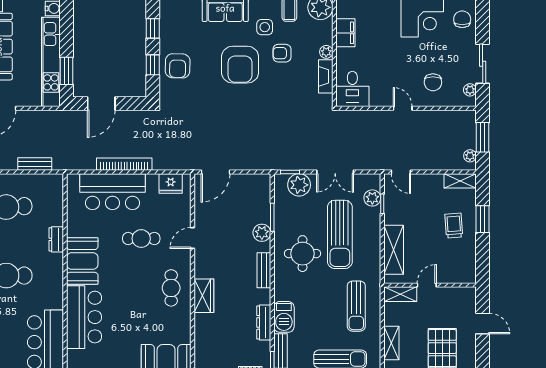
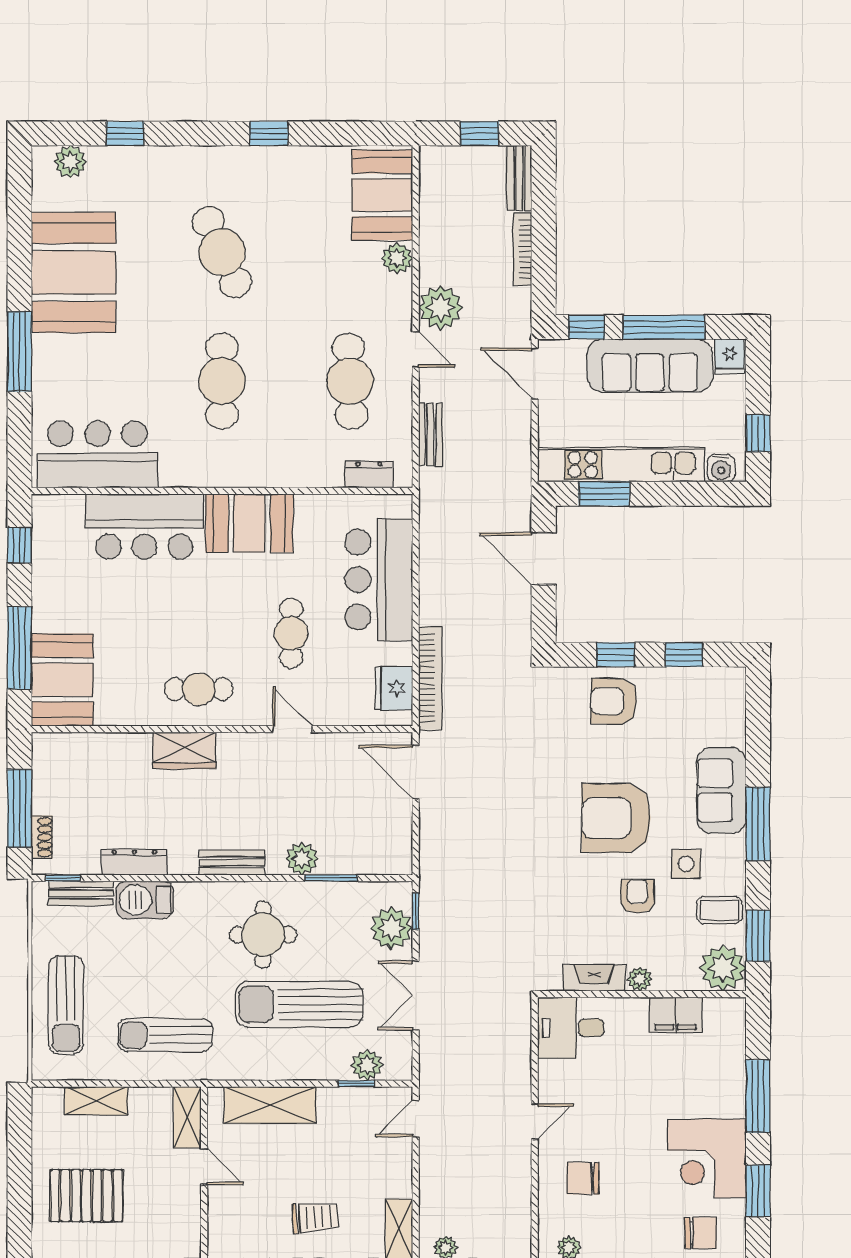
bookcase: (124, 164) -> (430, 678), moved
dresser: (56, 239) -> (369, 474), moved

